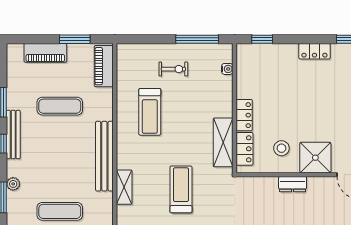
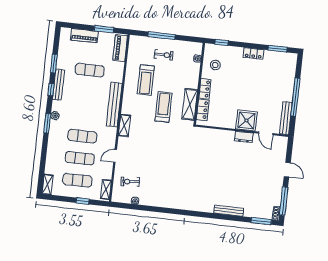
window: (197, 39) -> (162, 36), moved
stool: (281, 148) -> (215, 65), moved
dresser: (293, 184) -> (244, 137), moved
treadmill: (181, 189) -> (164, 107), moved

